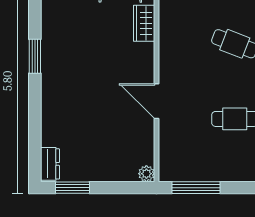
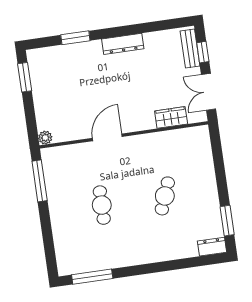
window: (35, 56) -> (75, 38), moved
dresser: (50, 164) -> (123, 44), moved, width x1.44

